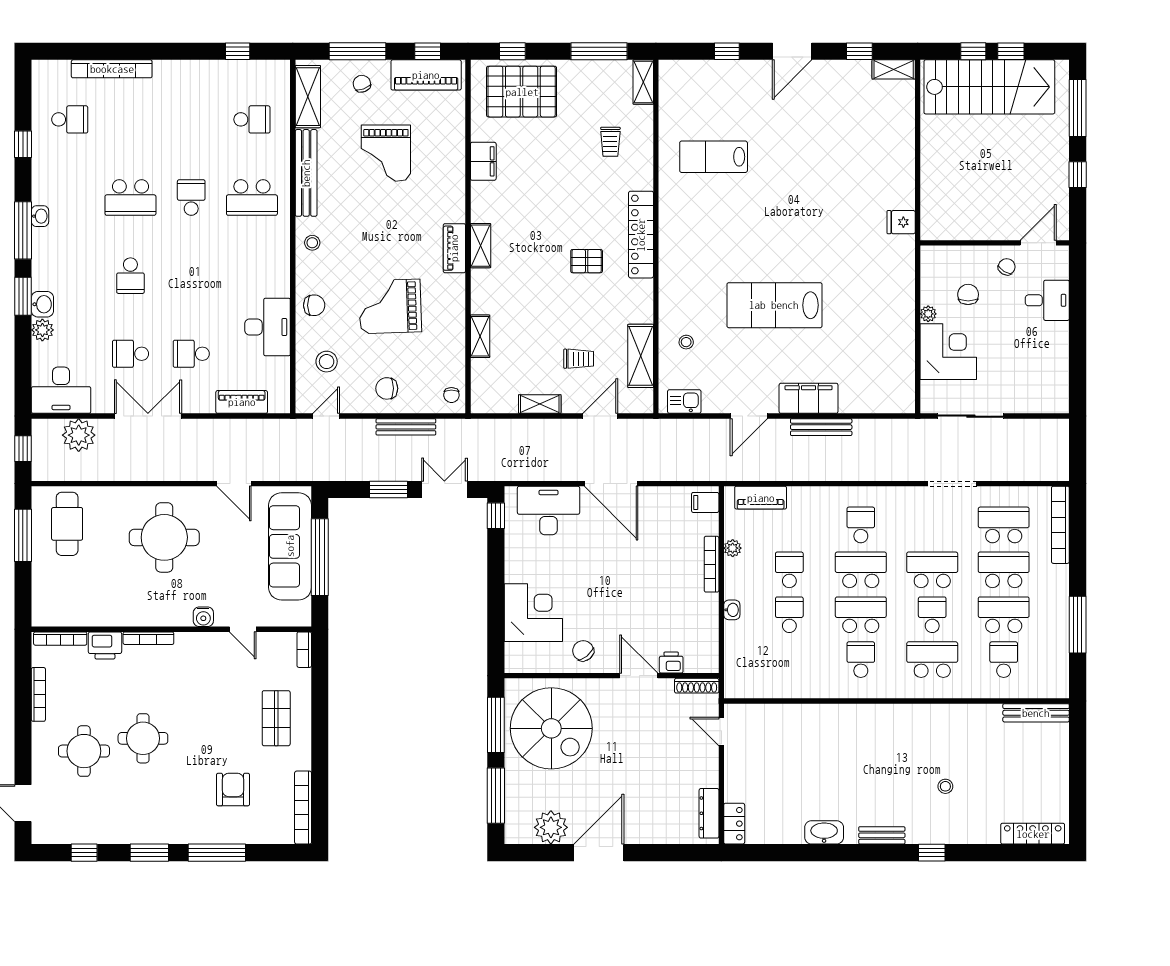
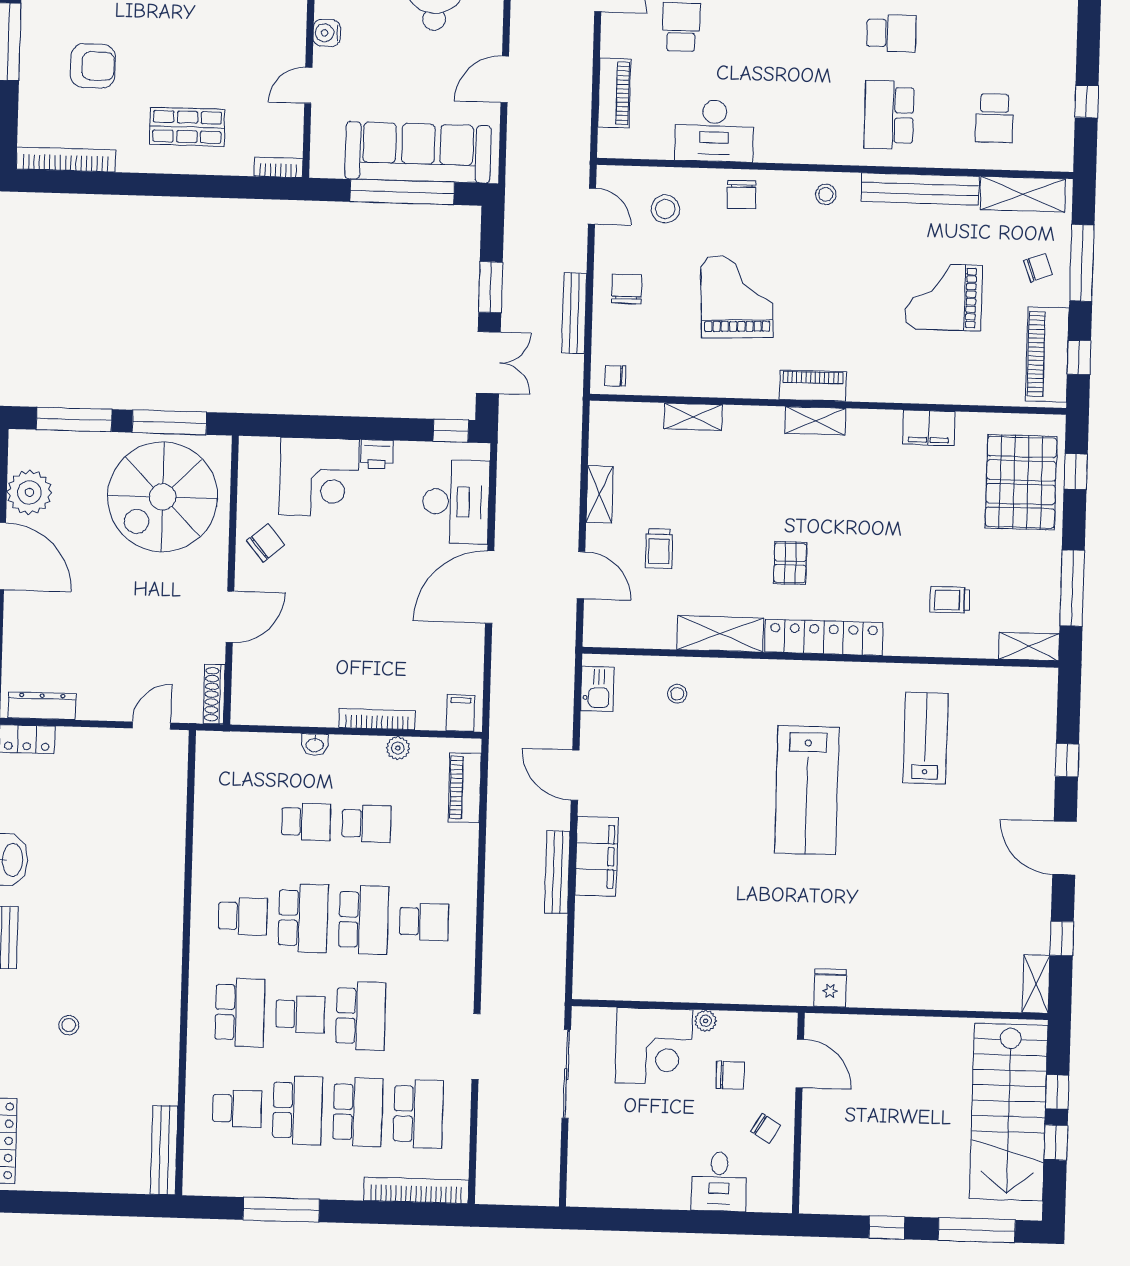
door: (1038, 243) -> (800, 1063), moved
lab bench: (774, 305) -> (807, 790), moved, turned 180
shelving: (641, 356) -> (720, 634), moved
printer: (671, 662) -> (377, 454), moved, turned 90

